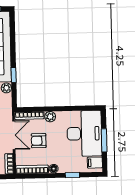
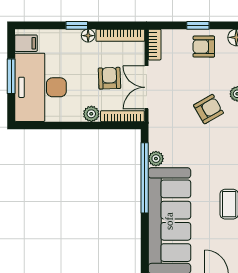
window: (14, 75) -> (145, 178), width x3.17
armchair: (39, 141) -> (109, 78), turned -92
window: (72, 175) -> (77, 25), moved

